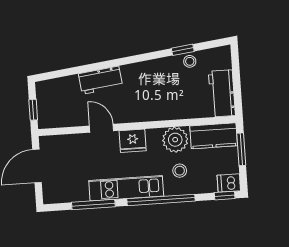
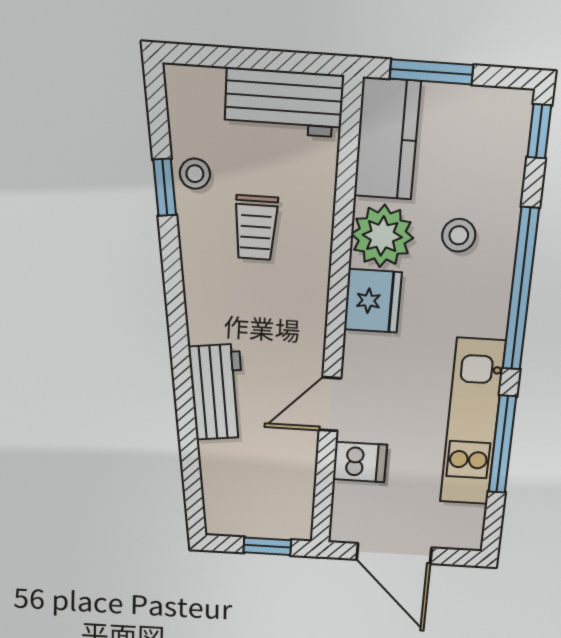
trolley: (172, 88) -> (256, 228), added
fridge: (133, 141) -> (373, 301), moved
dishwasher: (229, 183) -> (360, 462), moved, turned -90
kitchen unit: (126, 188) -> (472, 422), moved

